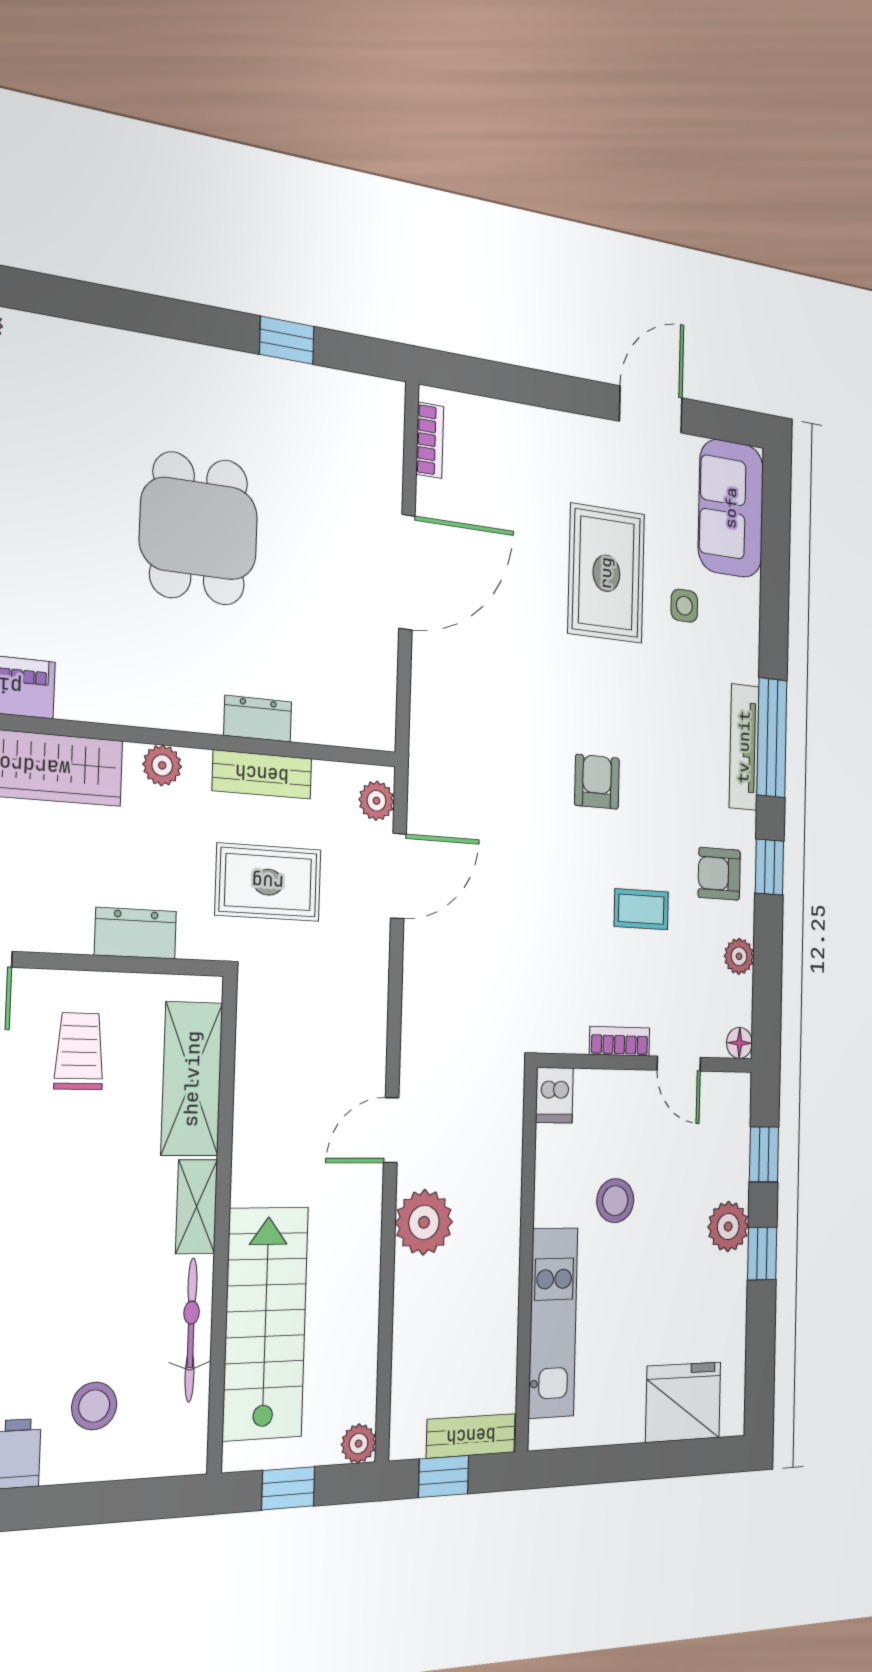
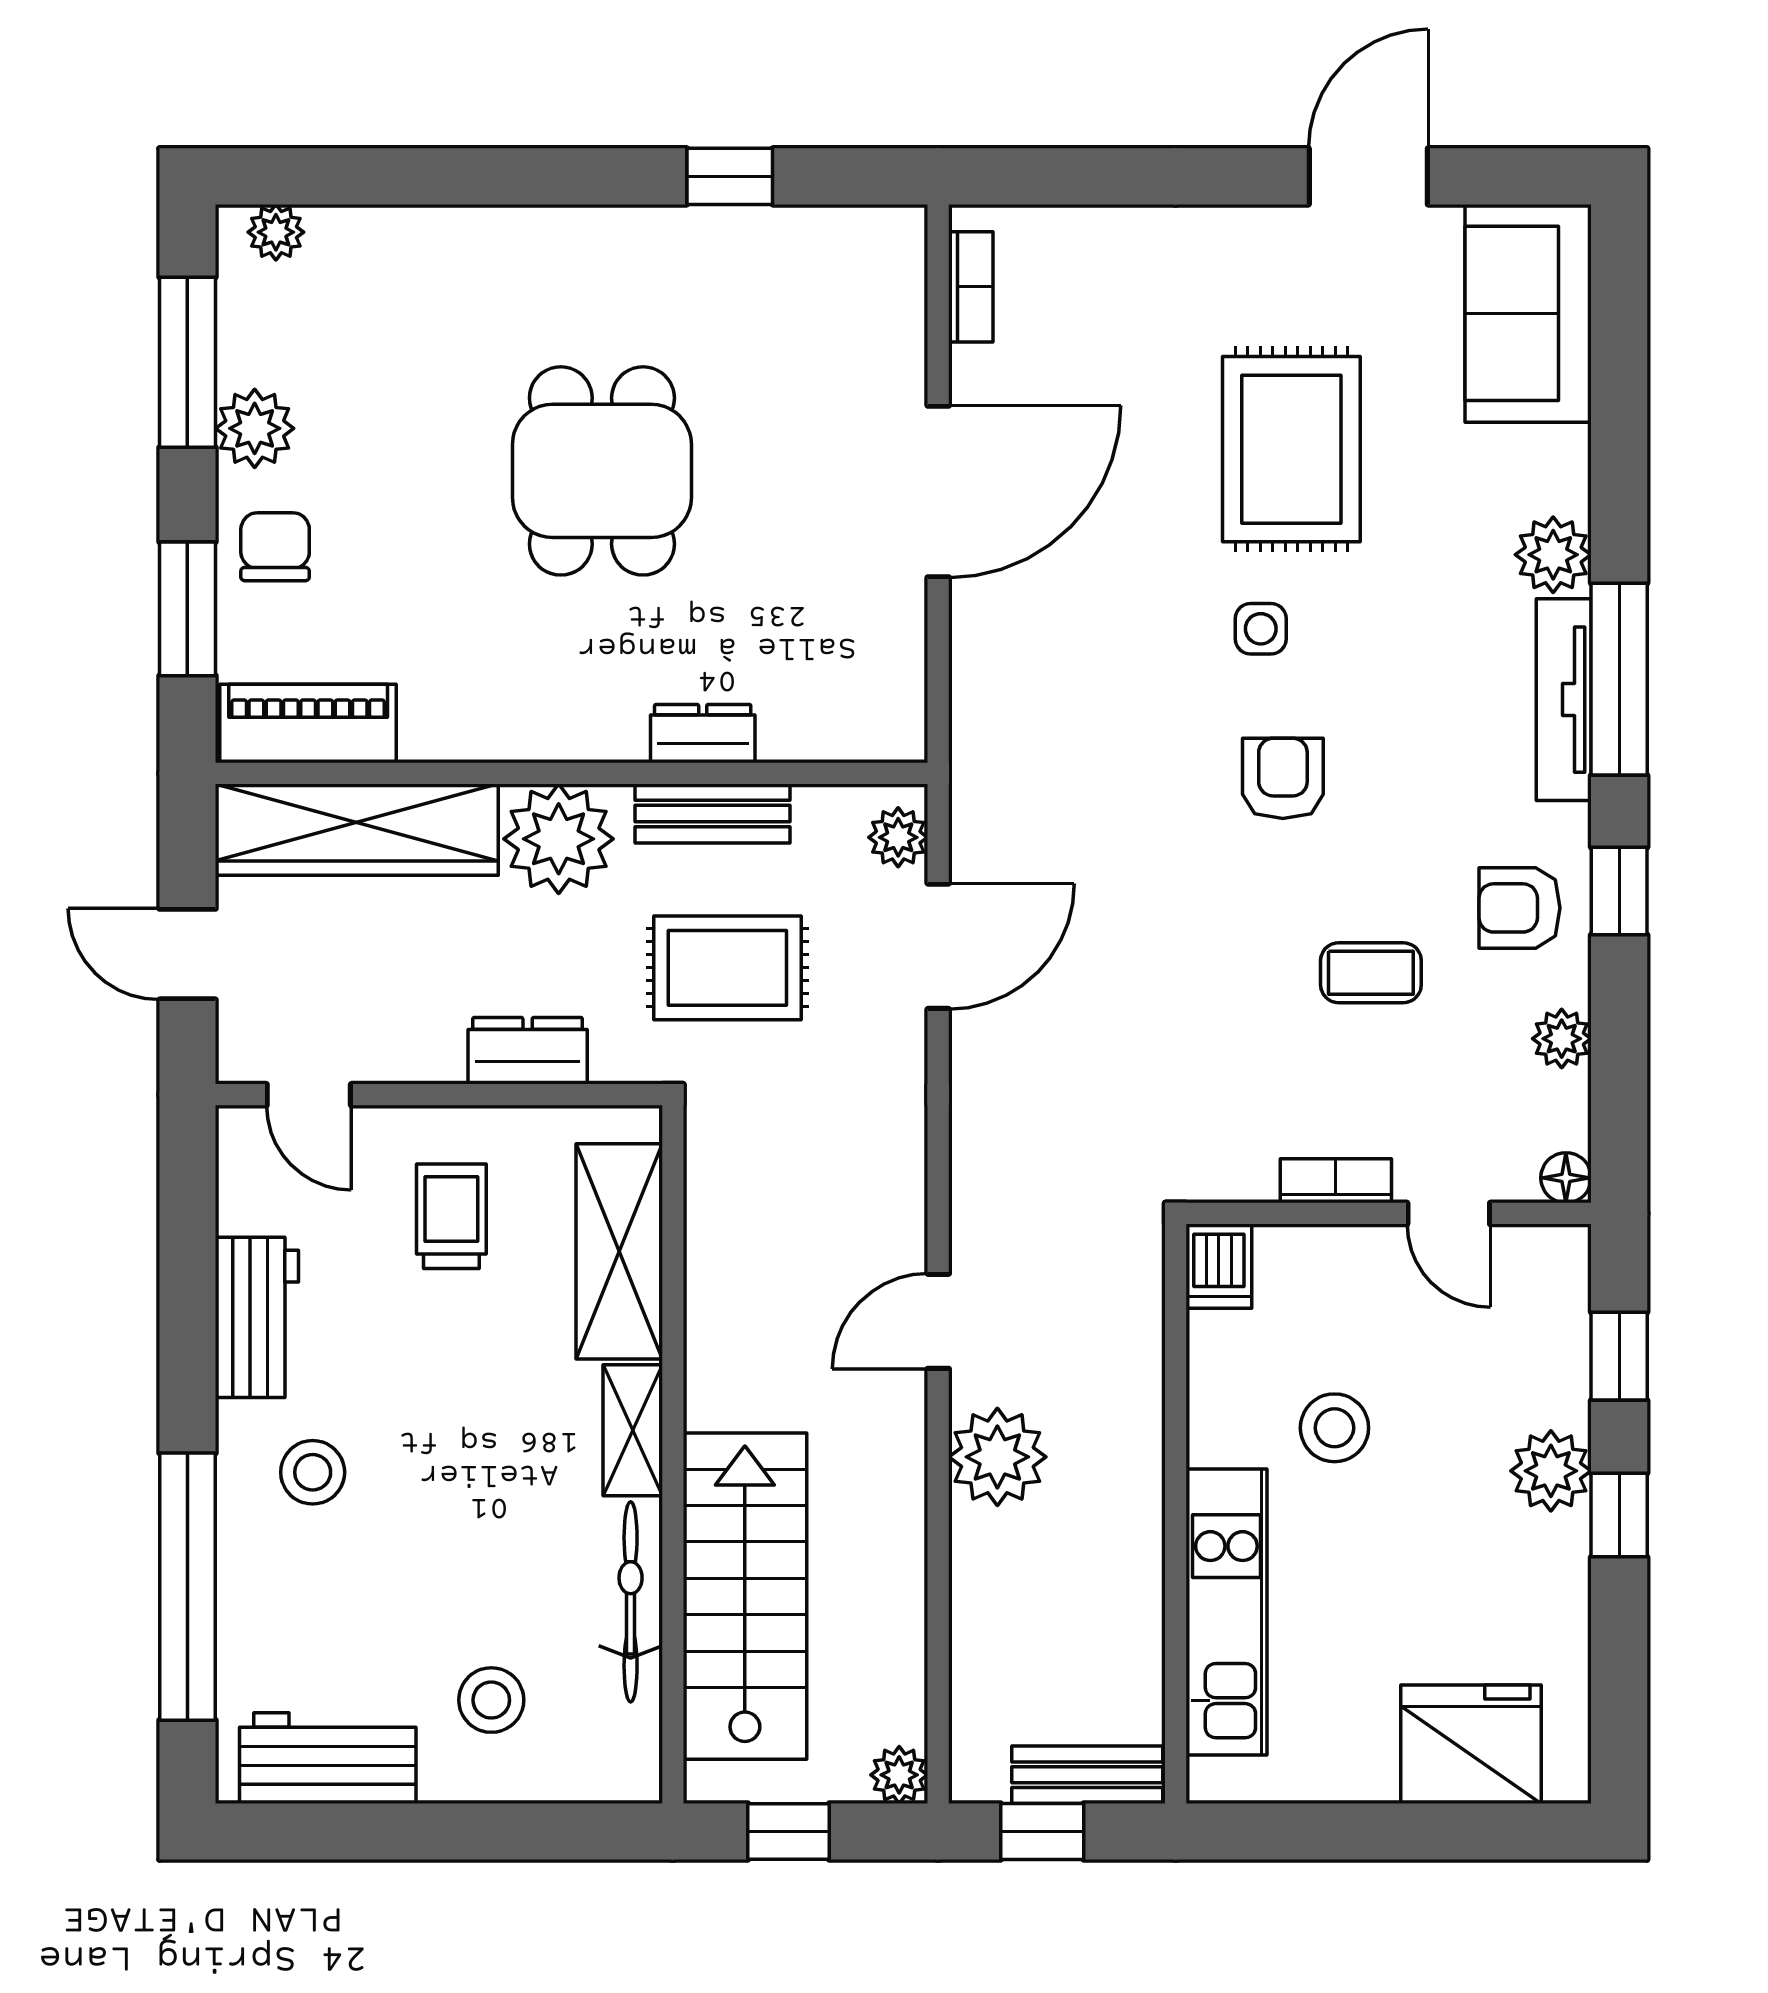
side table: (684, 606) -> (1261, 629), moved
plant: (741, 658) -> (1553, 555), added
plant: (162, 765) -> (559, 839), width x1.88, depth x1.88

